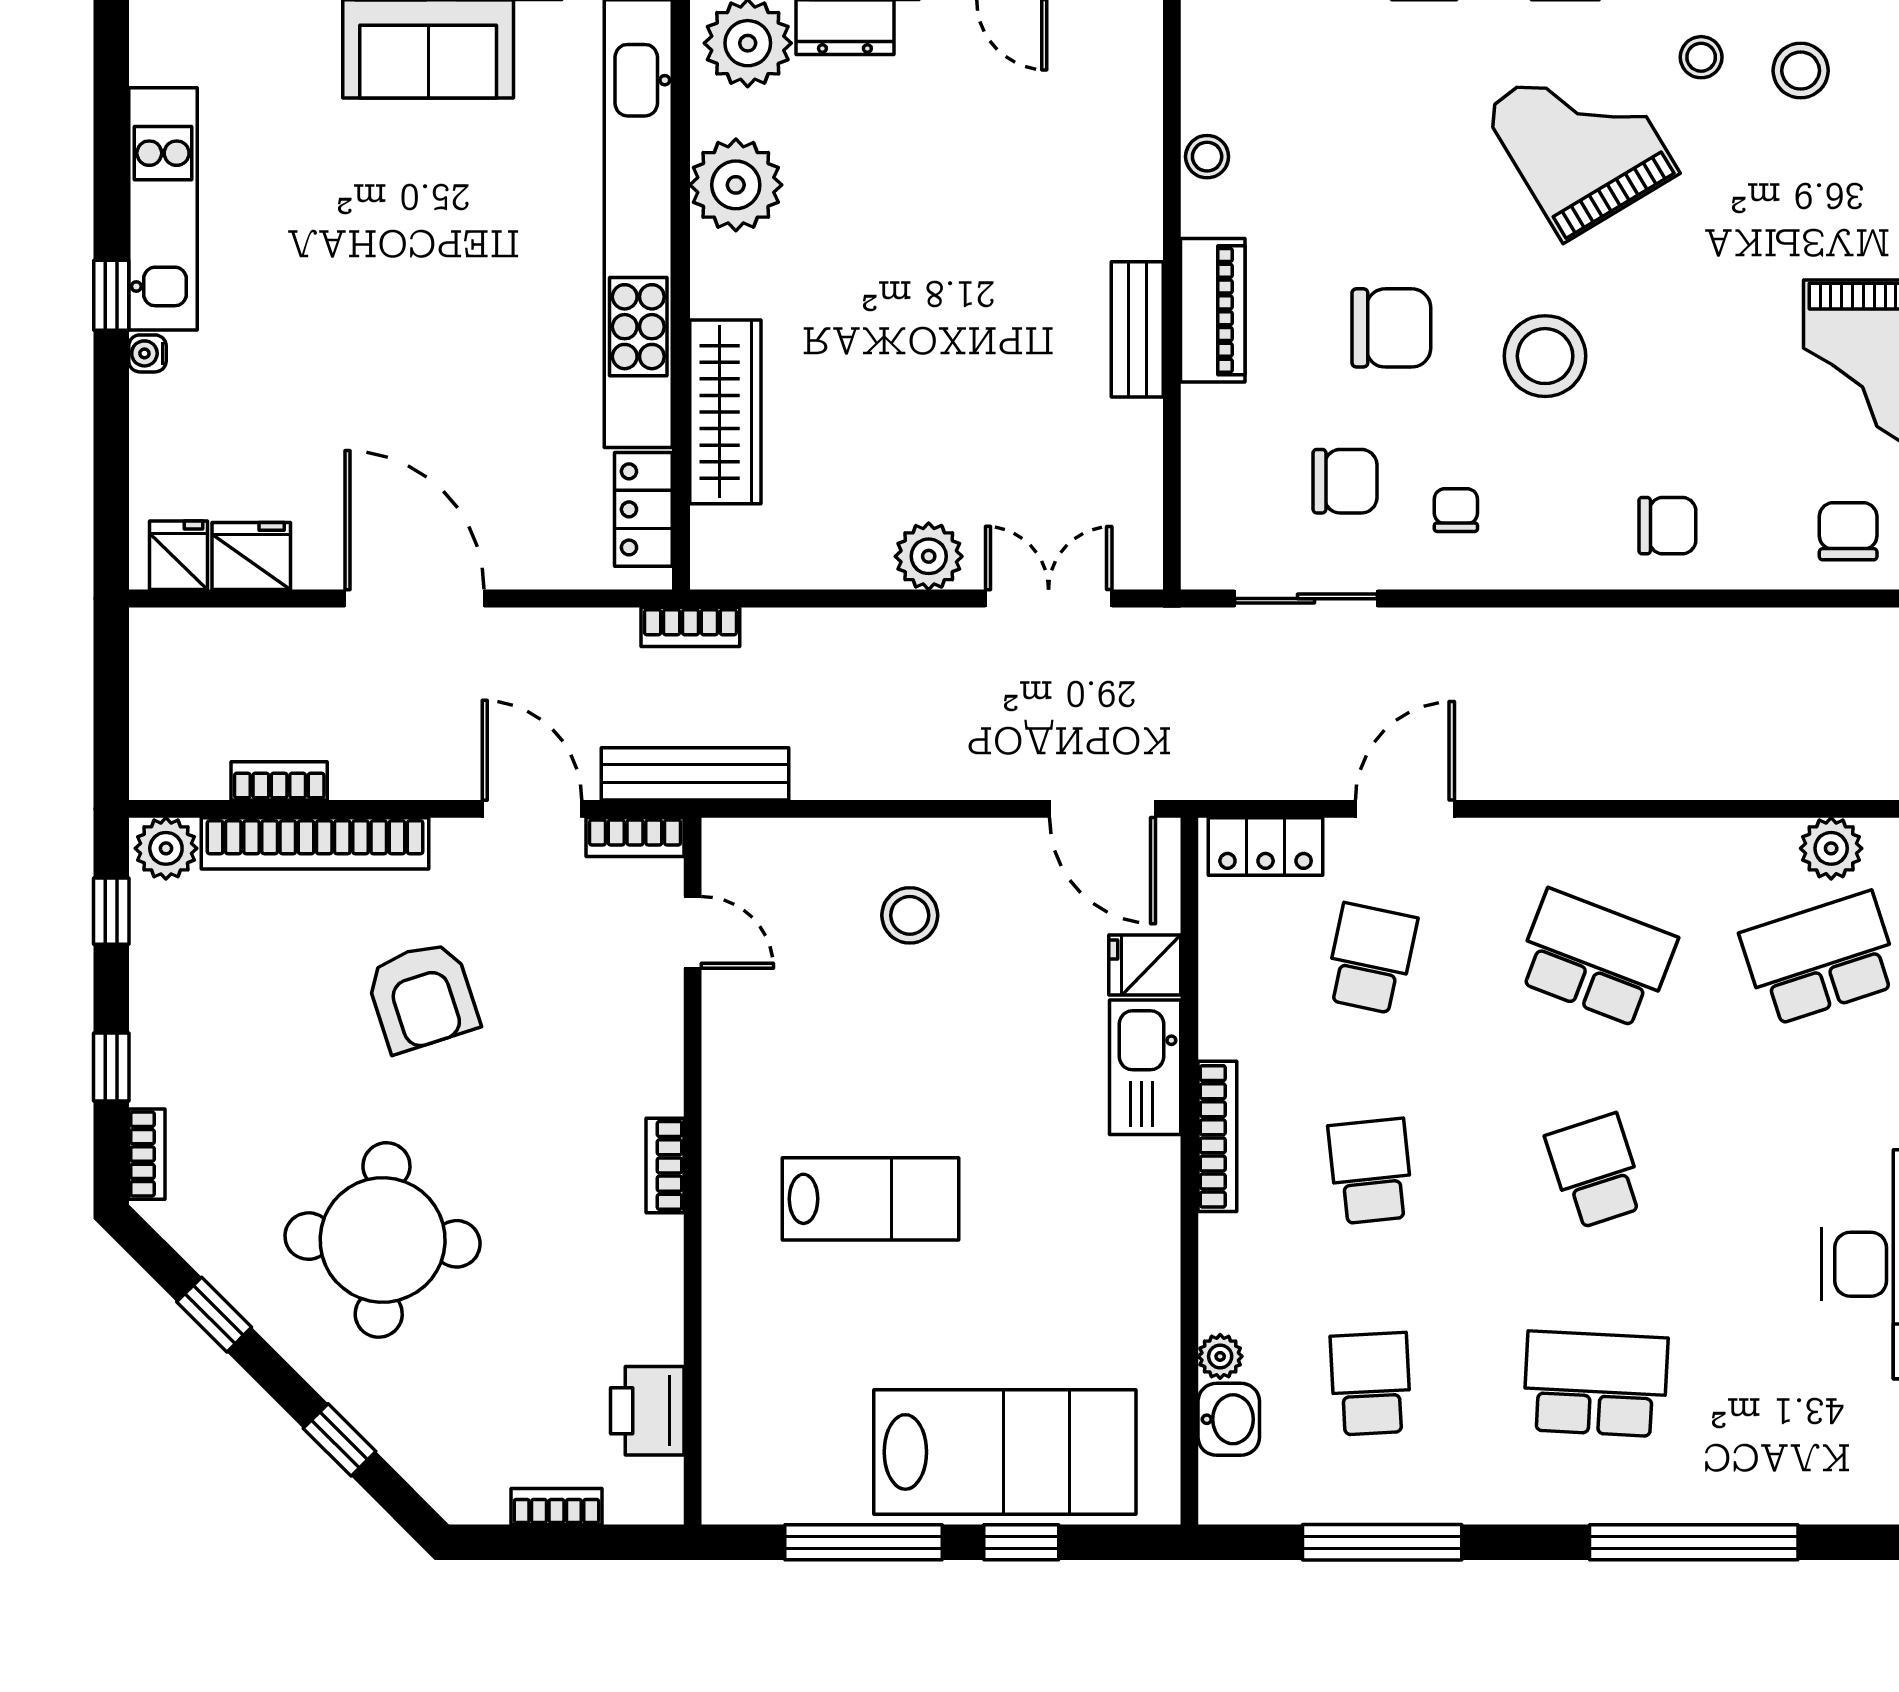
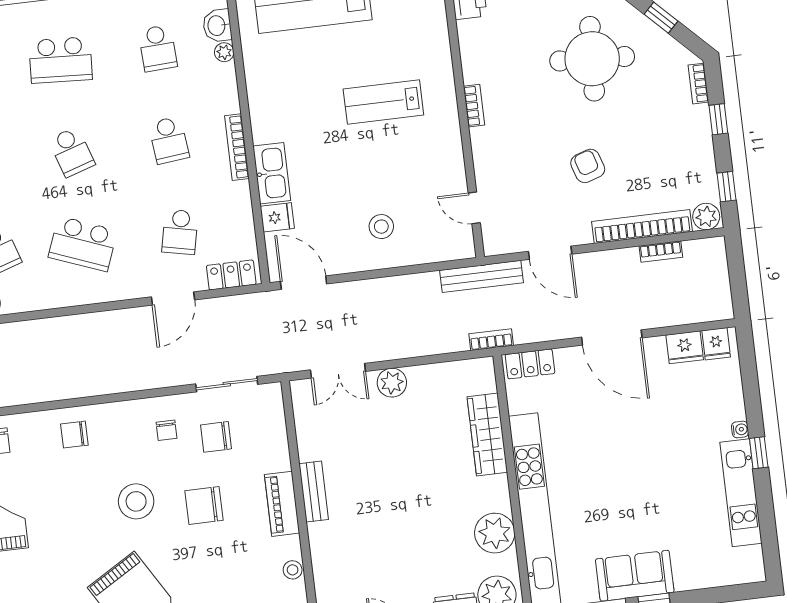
locker: (643, 509) -> (530, 364), moved, turned 90
bookcase: (635, 837) -> (504, 246), removed
armchair: (422, 997) -> (588, 166), width x0.72, depth x0.72

